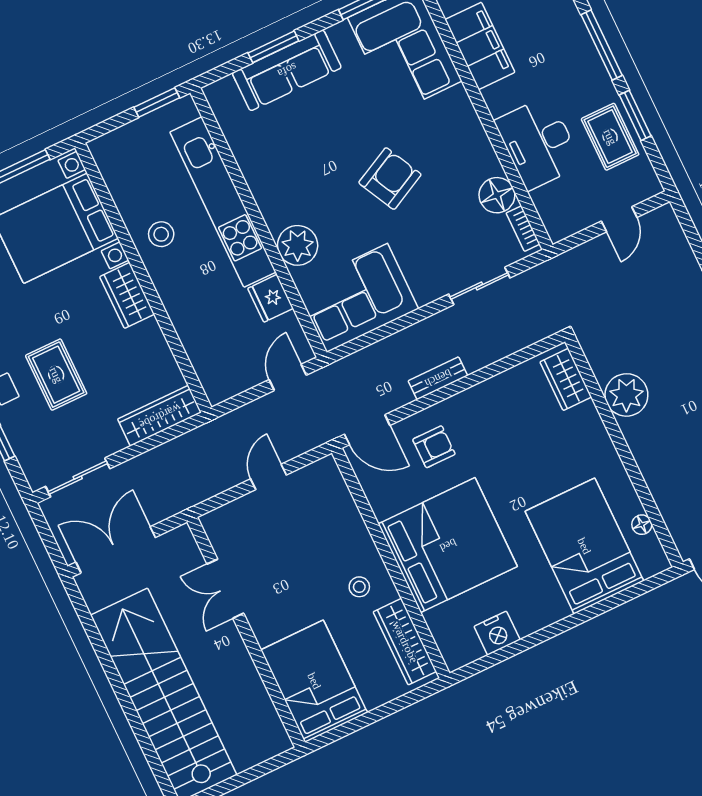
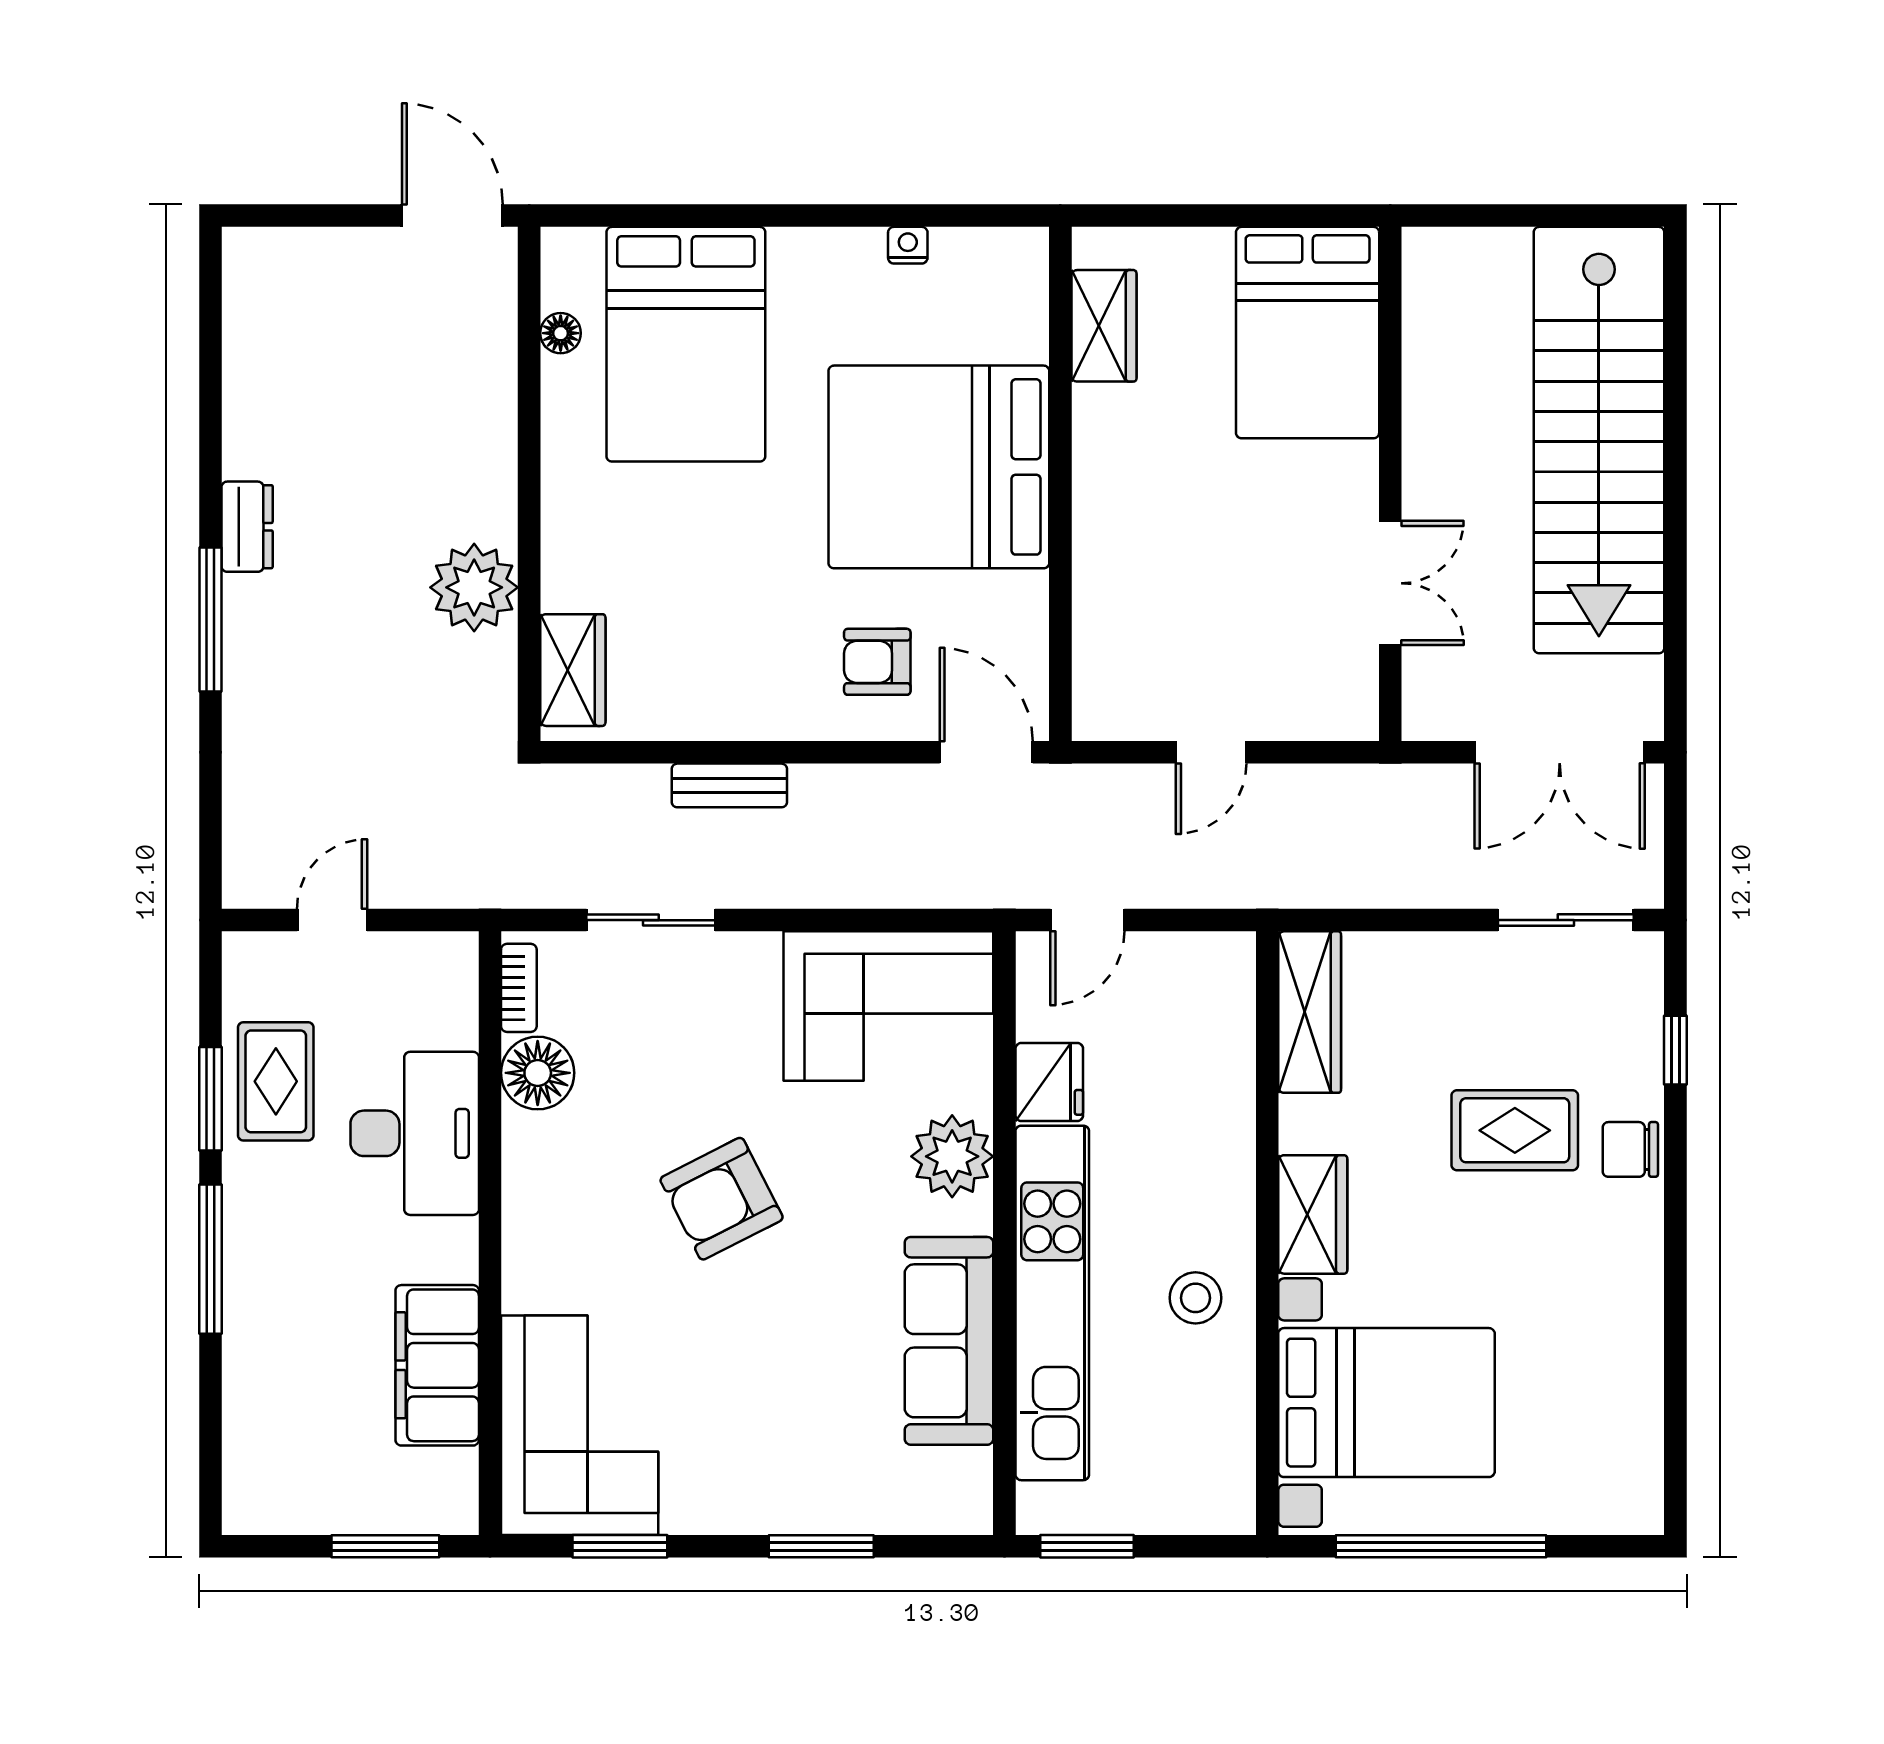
sofa: (287, 70) -> (949, 1341), moved, turned -90
rug: (56, 375) -> (1515, 1130), turned 90
bench: (438, 378) -> (729, 785), moved
wardrobe: (160, 416) -> (1310, 1012), moved, turned -90
stool: (359, 587) -> (1140, 468), removed
nightstand: (497, 633) -> (908, 245), width x0.53, depth x0.56
wardrobe: (405, 642) -> (1104, 326), width x0.67

